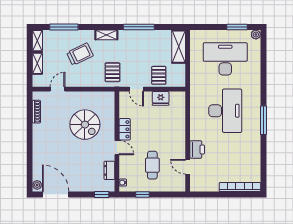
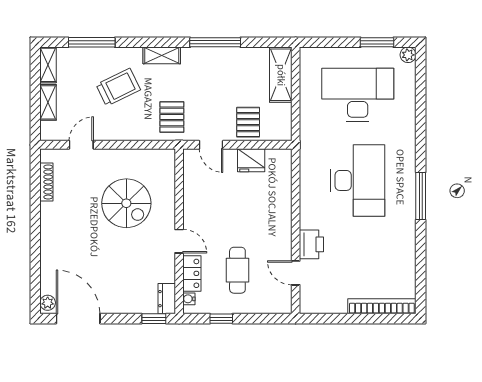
locker: (125, 129) -> (192, 273), moved
dresser: (109, 170) -> (167, 299), moved

